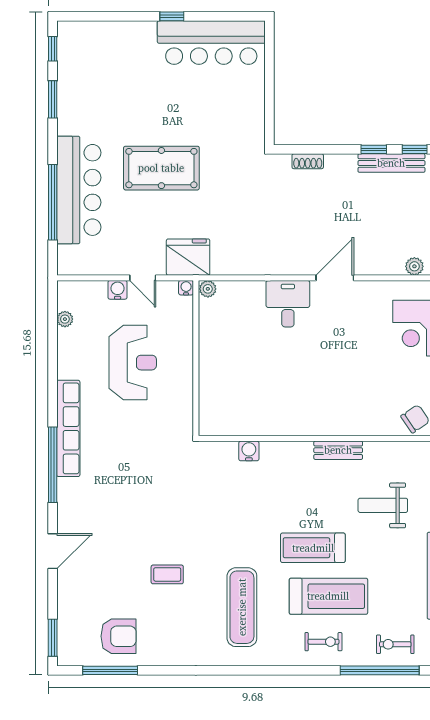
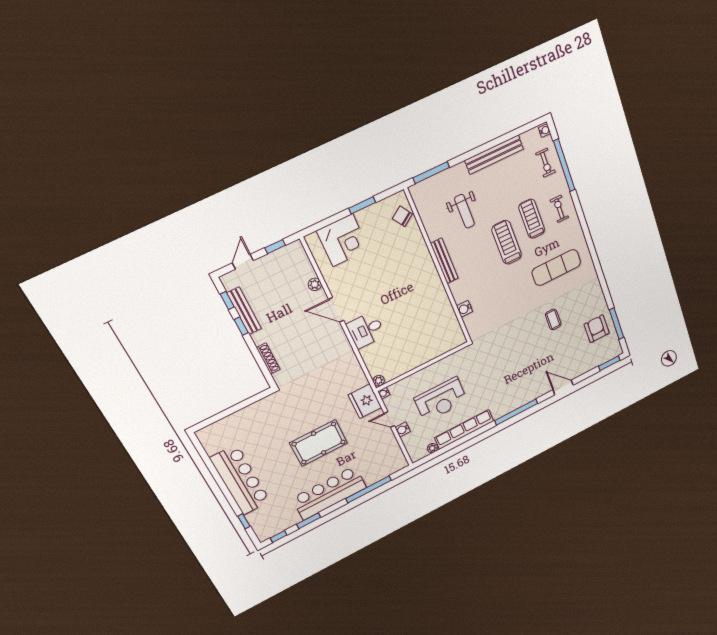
window: (172, 16) -> (244, 521), moved
bar counter: (211, 43) -> (240, 480), moved
shoe rack: (308, 161) -> (268, 359), width x1.43
pool table: (161, 168) -> (319, 443), turned 90
bar counter: (79, 190) -> (329, 493), moved
plant: (414, 266) -> (315, 284), moved
door: (143, 278) -> (389, 420), swing flipped
reception desk: (133, 363) -> (441, 400), turned 180
row of seats: (68, 428) -> (464, 429), moved
bench: (338, 450) -> (444, 261), width x1.36
treadmill: (313, 548) -> (507, 242), turned 180
treadmill: (328, 596) -> (532, 219), width x0.73, depth x0.73

